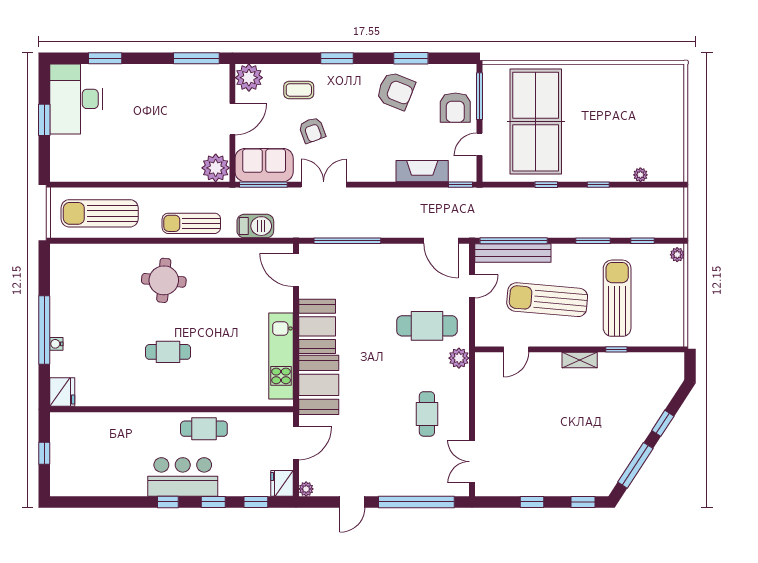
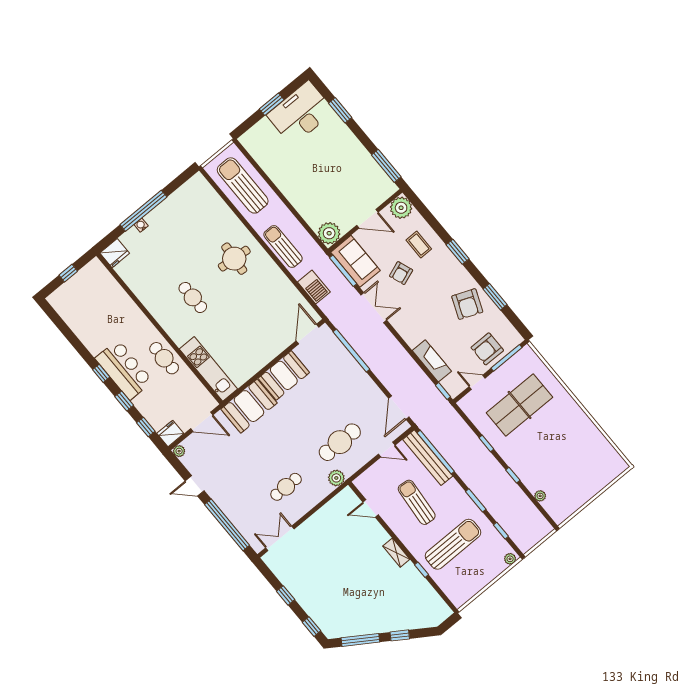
table tennis table: (536, 122) -> (520, 405), width x0.73, depth x0.76
sun lounger: (547, 300) -> (417, 502), width x0.73, depth x0.75
cafe table: (427, 326) -> (340, 442), turned 90
kitchen unit: (281, 356) -> (208, 369), moved, turned 90

